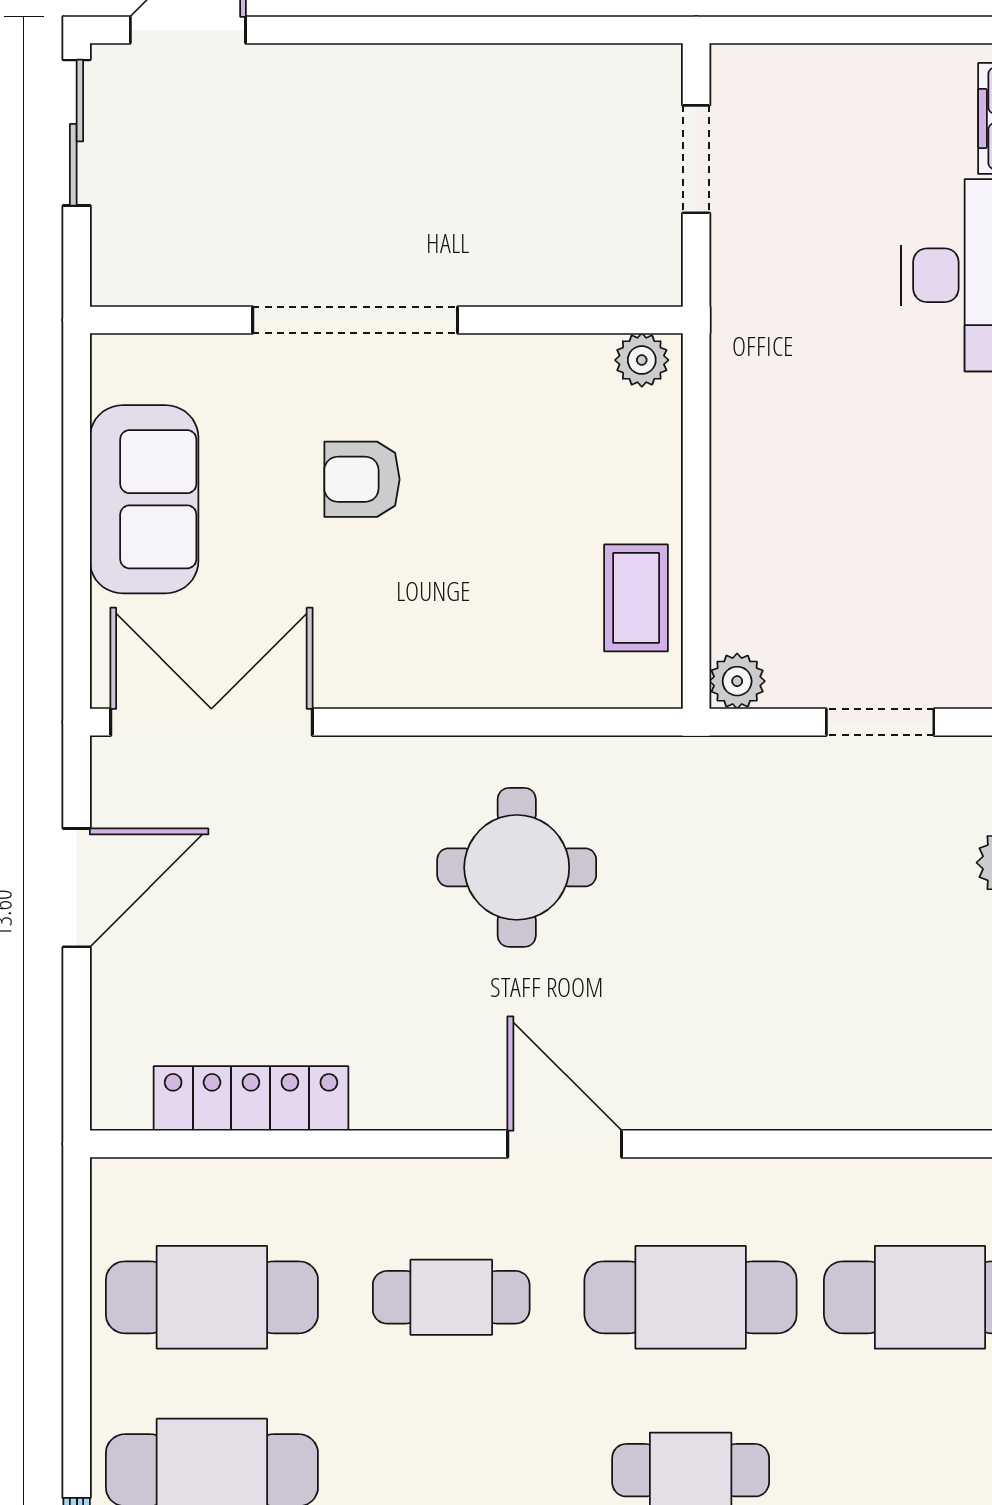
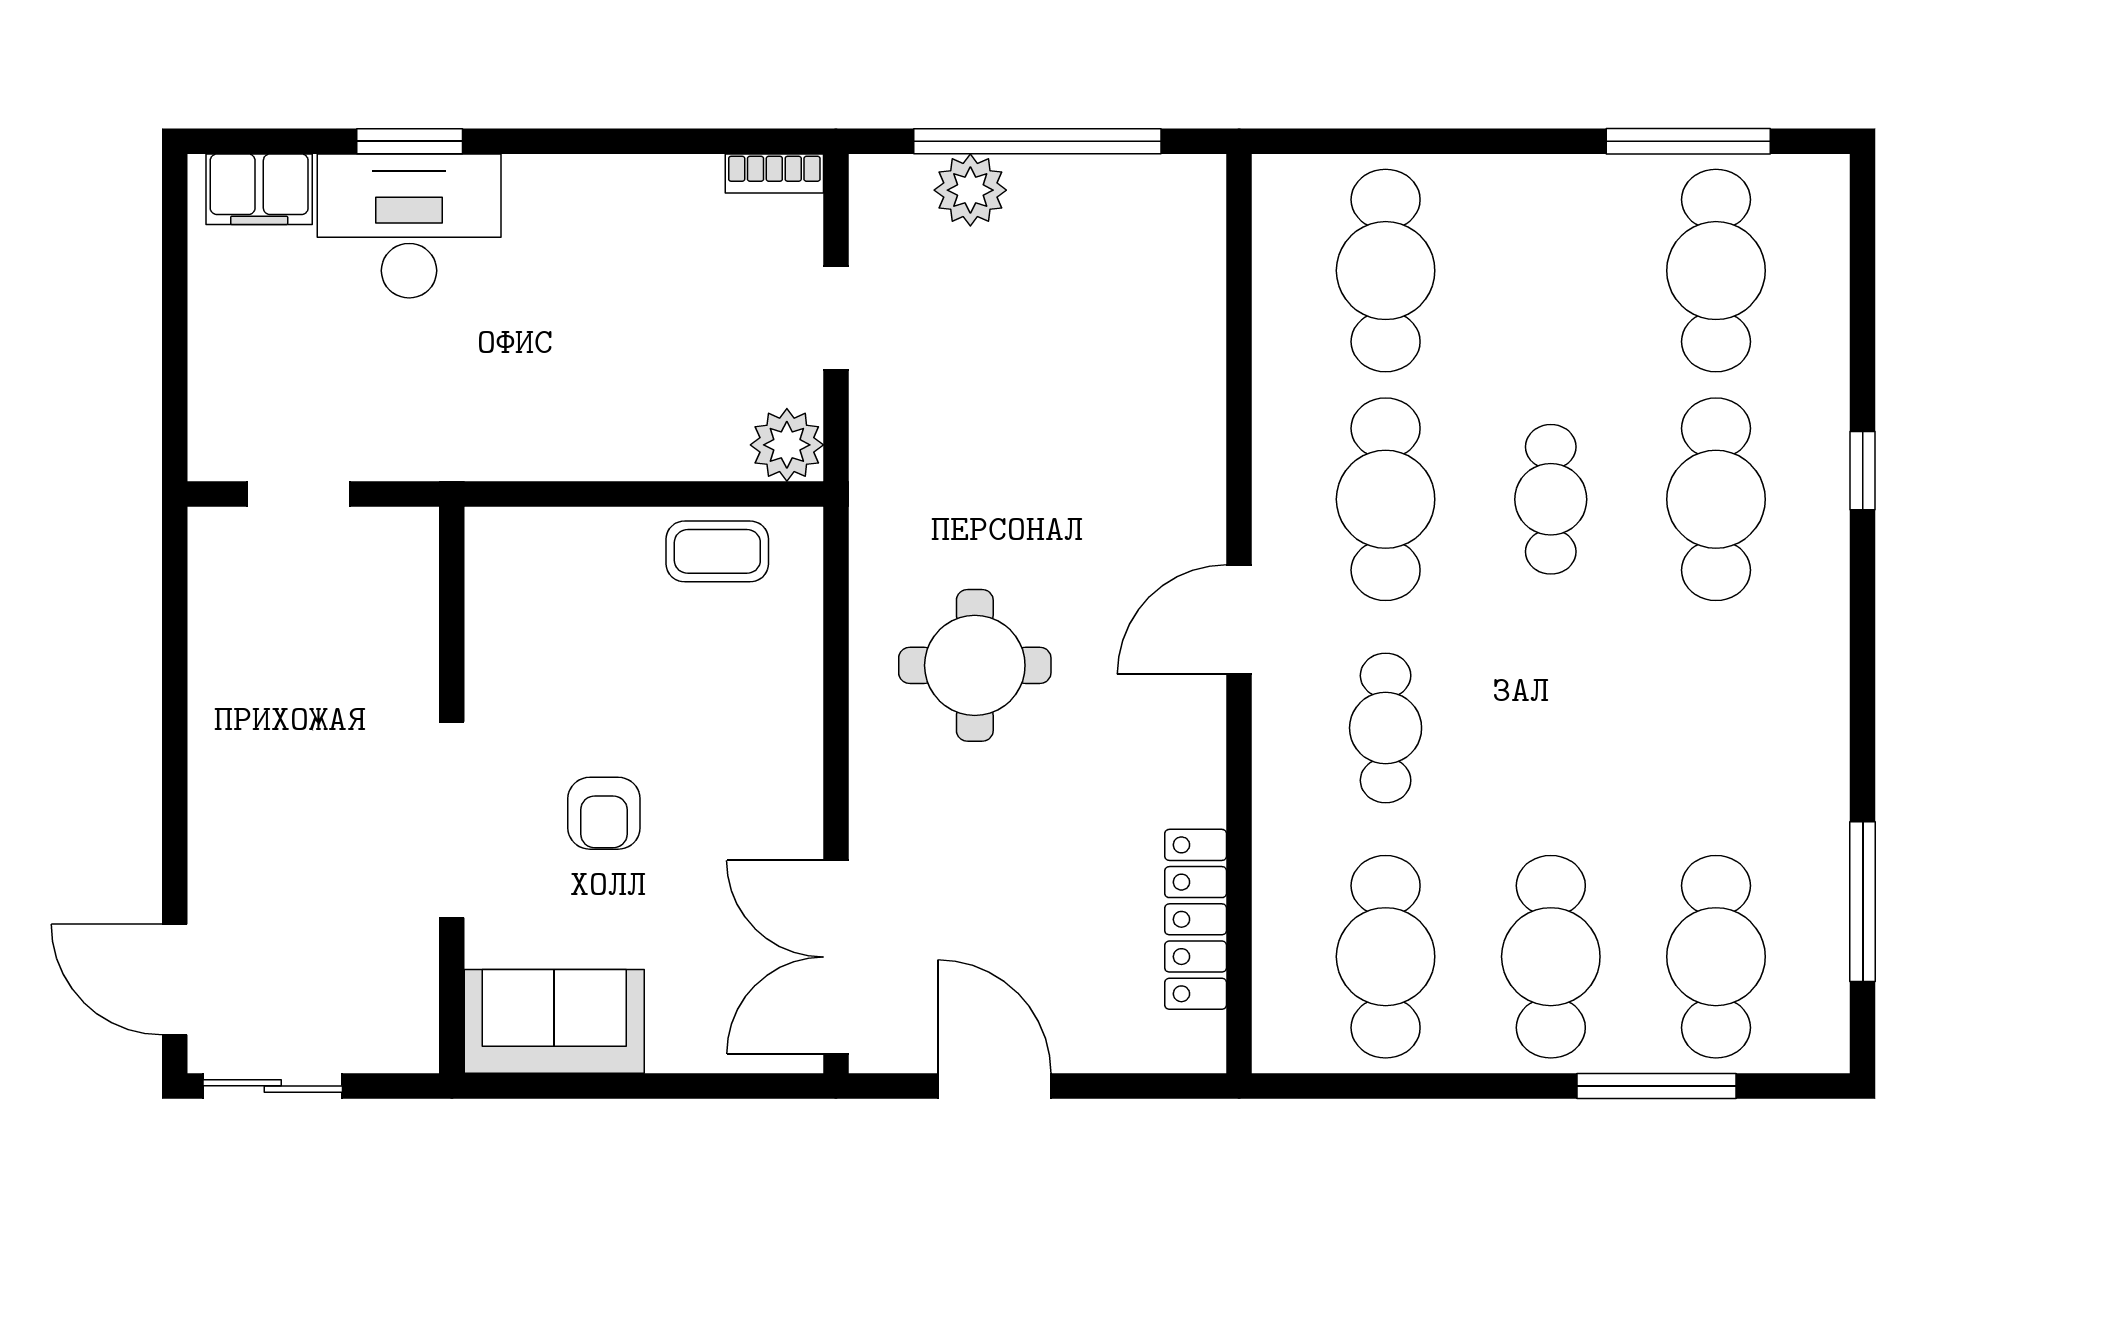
plant: (642, 360) -> (490, 546), removed
sofa: (144, 499) -> (554, 1021), moved
plant: (737, 681) -> (787, 445), width x1.38, depth x1.38

